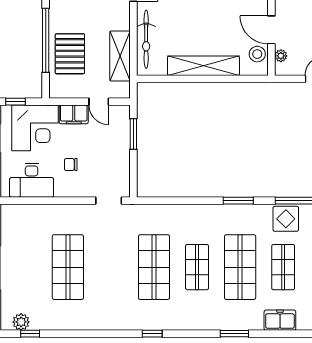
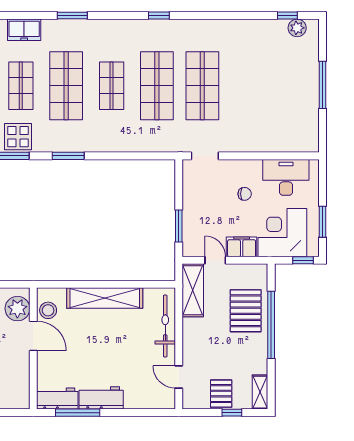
shelving: (120, 56) -> (193, 290), moved
plant: (281, 56) -> (17, 309), width x1.88, depth x1.88
shop shelf: (68, 267) -> (202, 86), moved

